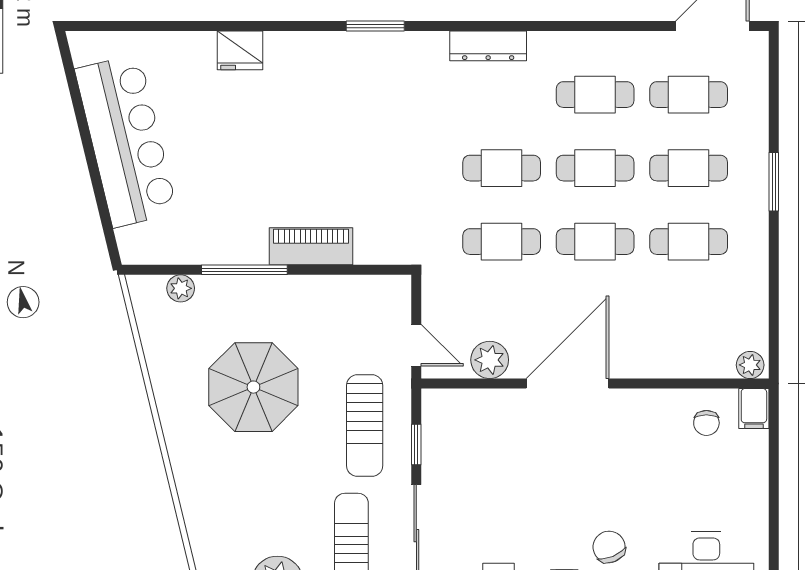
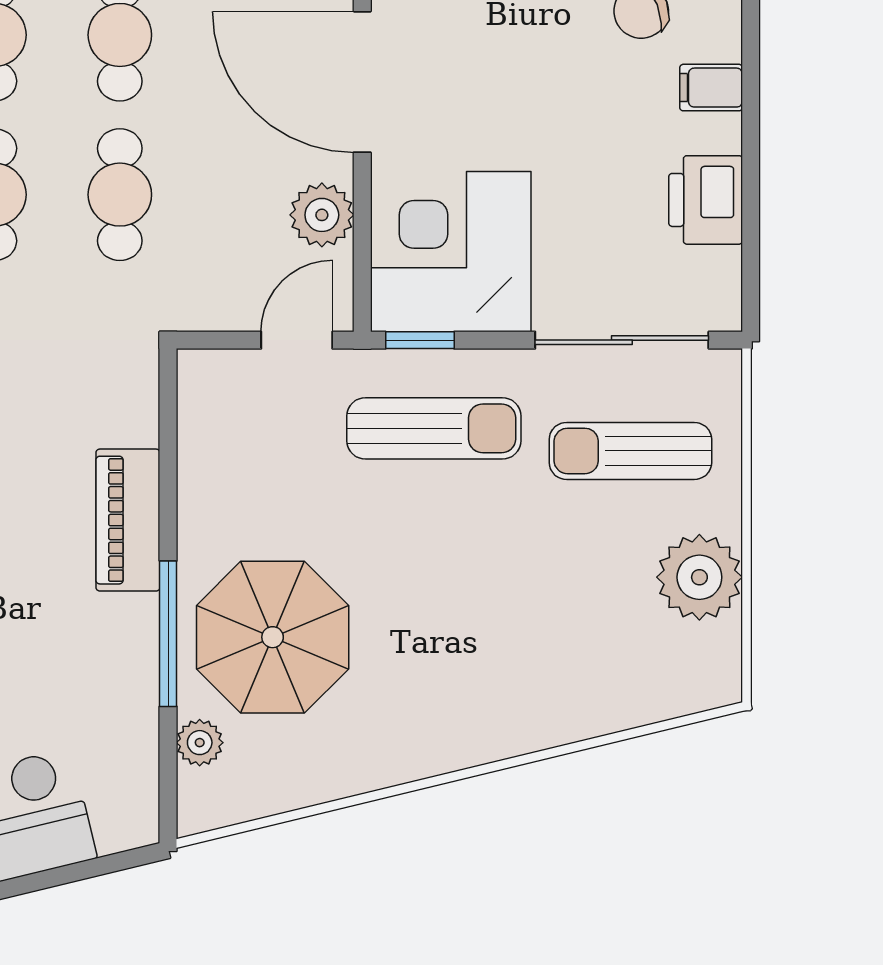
parasol: (253, 387) -> (273, 637), moved
corner desk: (468, 435) -> (451, 252), added
window: (416, 444) -> (420, 340), moved

